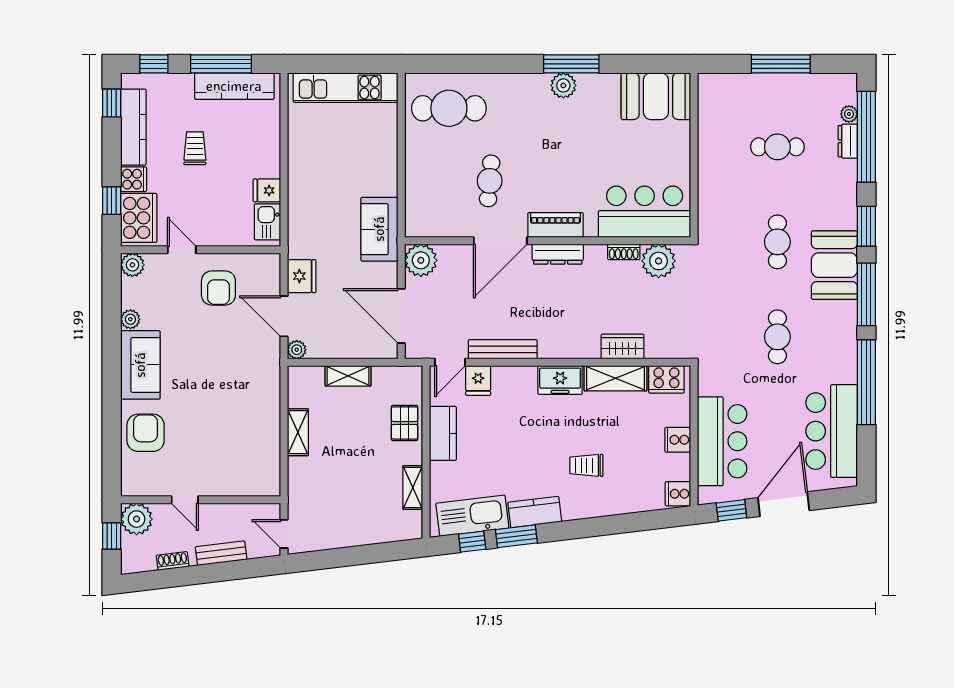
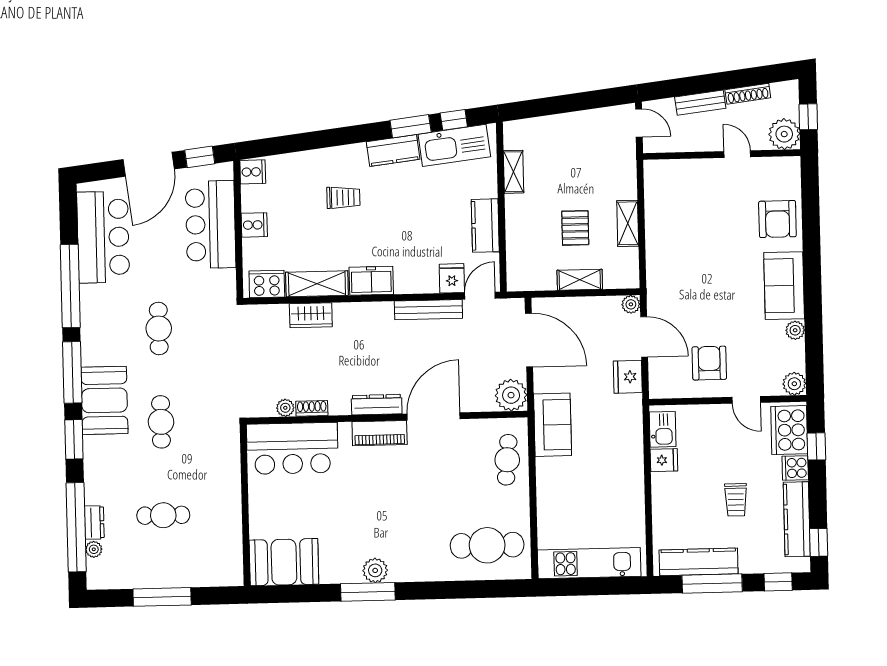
cafe table: (490, 181) -> (507, 460), moved
plant: (659, 261) -> (285, 408), width x0.53, depth x0.53
pallet: (405, 423) -> (575, 228), moved
shoe rack: (173, 561) -> (748, 94), width x1.43

